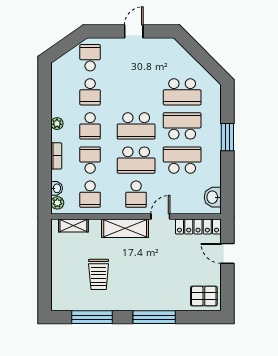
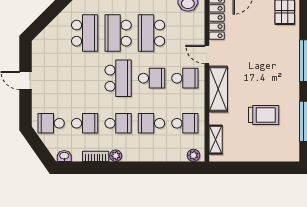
bookcase: (56, 156) -> (96, 156), moved
school desk: (136, 160) -> (152, 78), width x0.54
washbasin: (57, 188) -> (64, 156), moved

